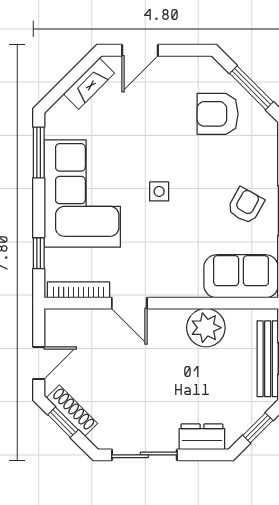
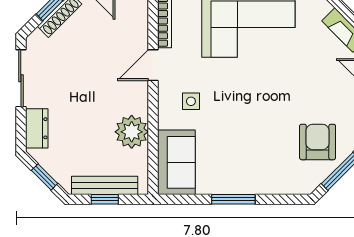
side table: (159, 191) -> (191, 101), moved
armchair: (246, 206) -> (238, 166), removed

